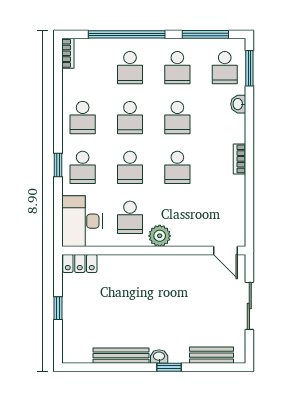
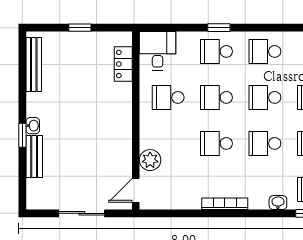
bookcase: (239, 159) -> (225, 204), width x1.56
desk: (82, 221) -> (158, 51), width x0.73
plant: (160, 236) -> (150, 160), moved
locker: (80, 263) -> (123, 64), moved
bench: (211, 355) -> (34, 157), moved
bench: (121, 356) -> (34, 65), moved

